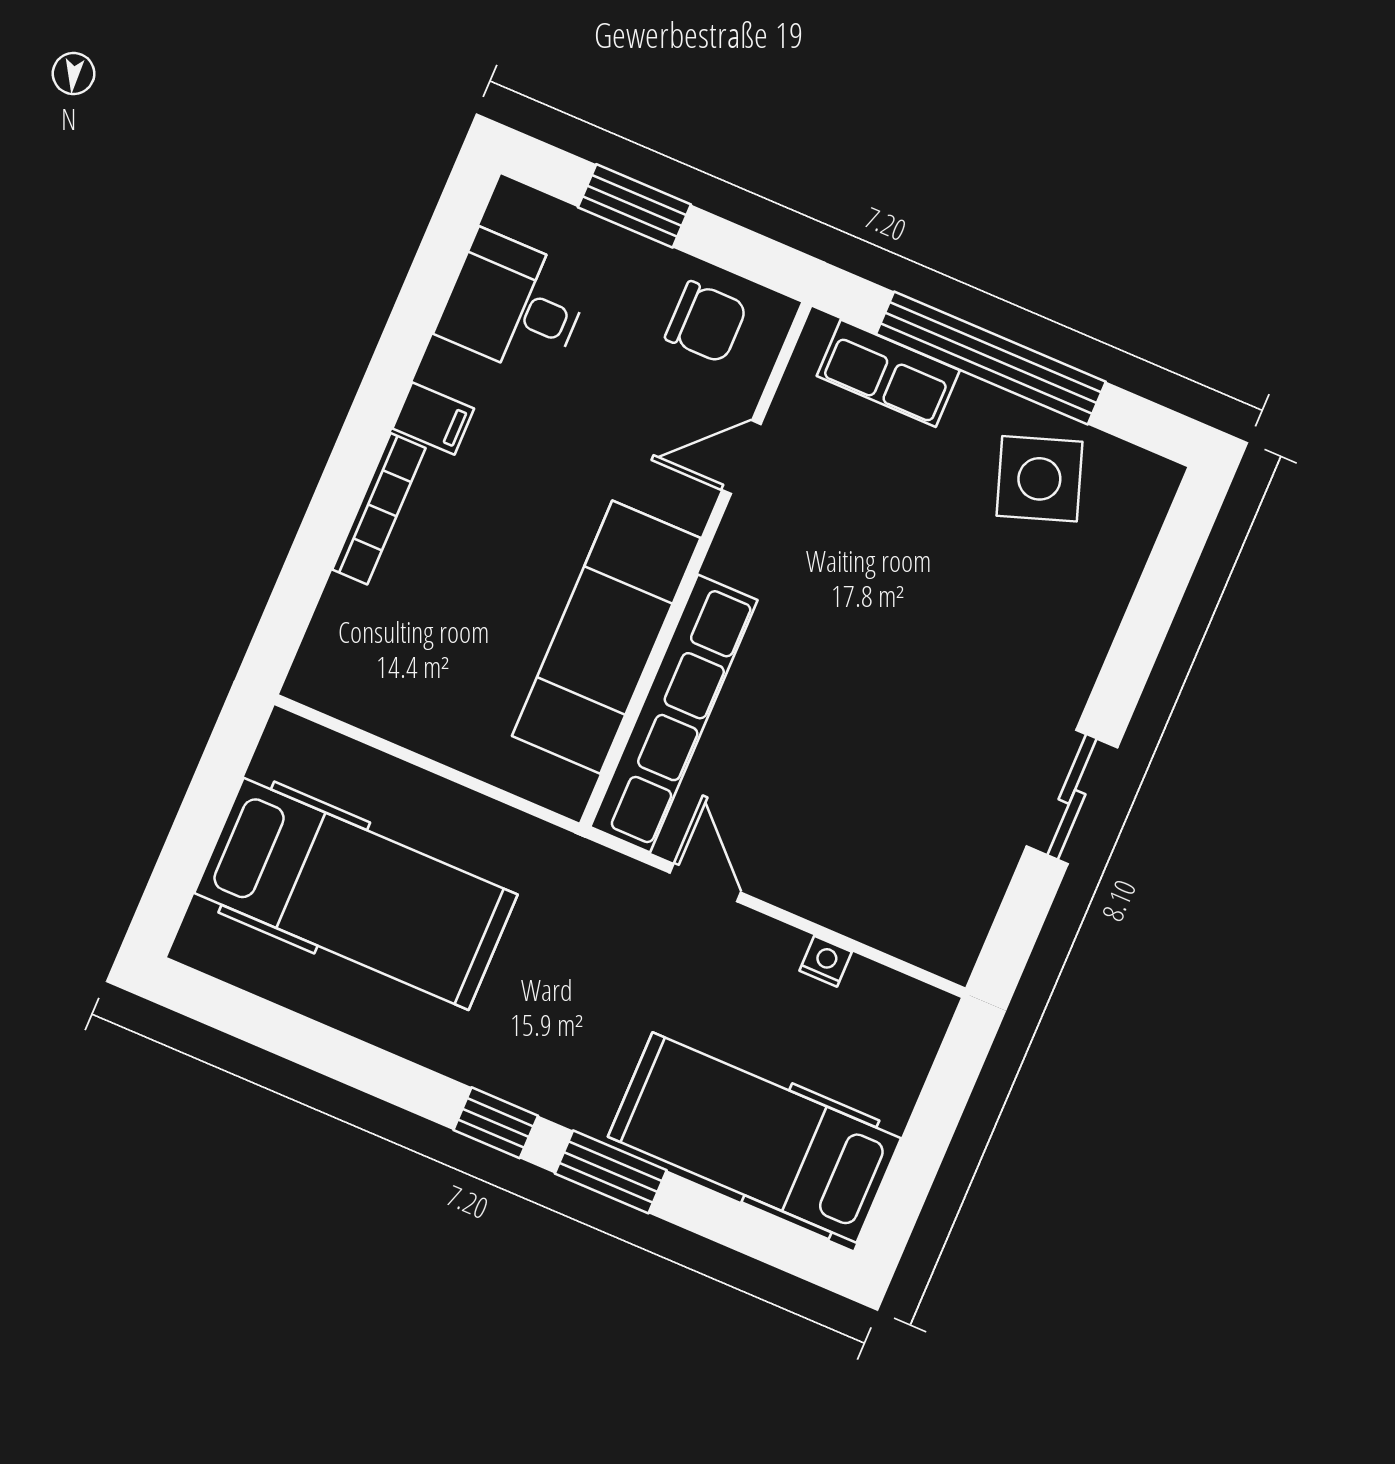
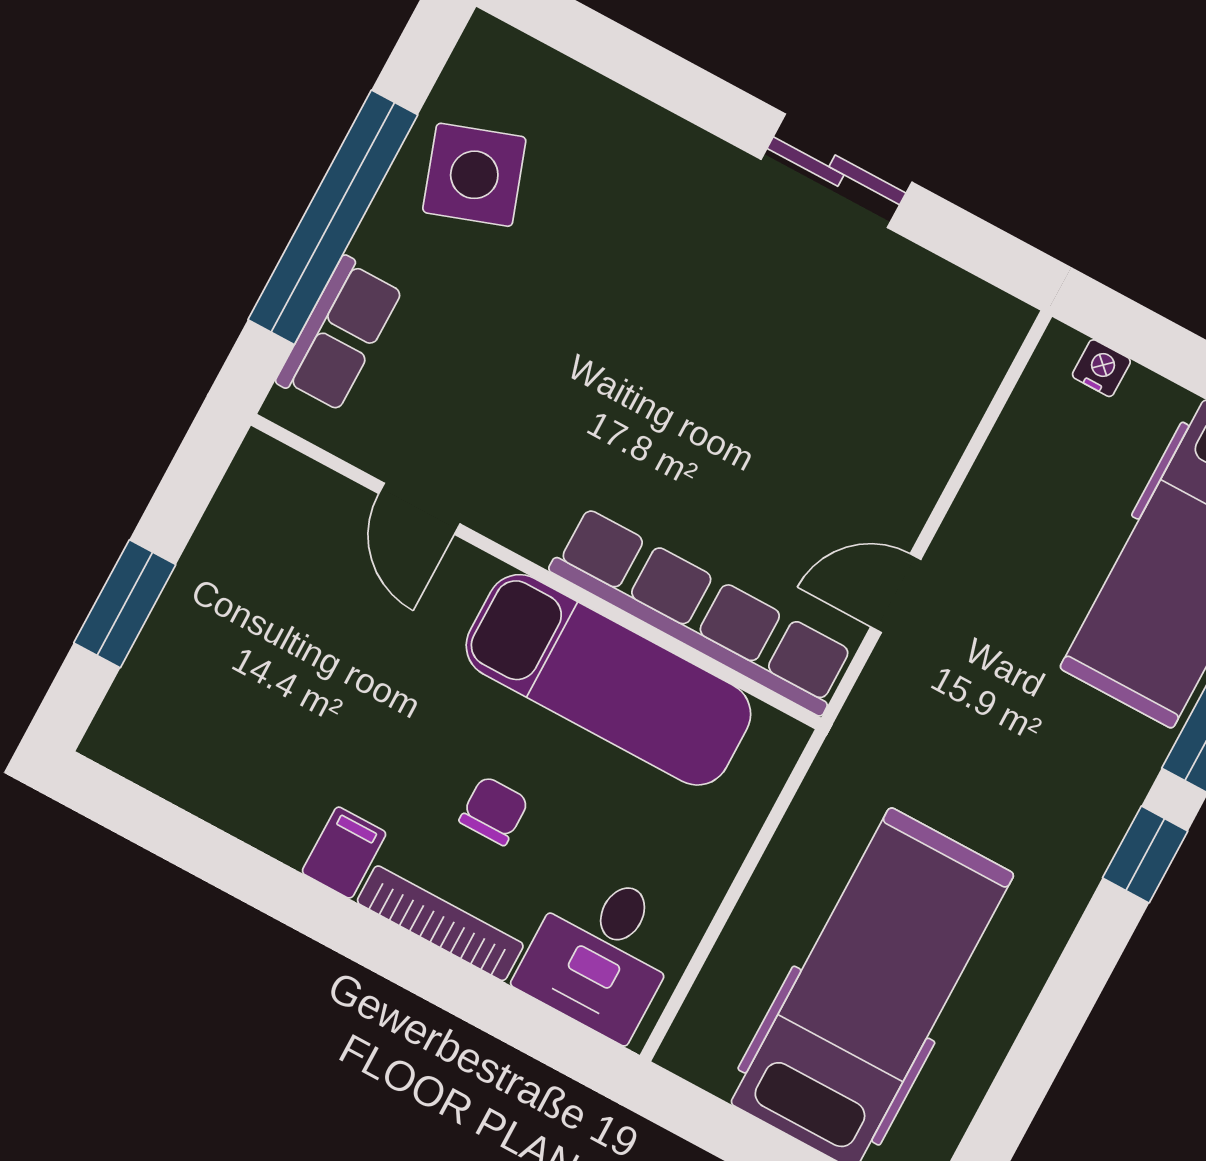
desk: (514, 305) -> (601, 953), moved
chair: (706, 322) -> (494, 811), moved, width x0.73, depth x0.73
nightstand: (826, 961) -> (1101, 368), moved, turned 90

